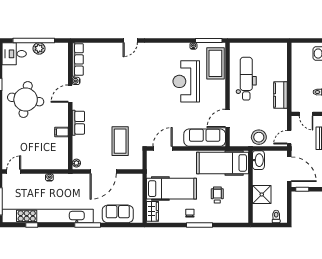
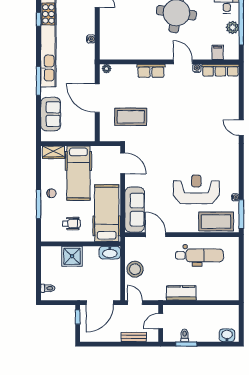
filing cabinet: (61, 132) -> (218, 52), moved
washbasin: (258, 160) -> (110, 253), moved
hospital bed: (222, 163) -> (107, 213), moved
wall: (250, 187) -> (81, 244), moved
shower: (262, 194) -> (72, 256), moved

